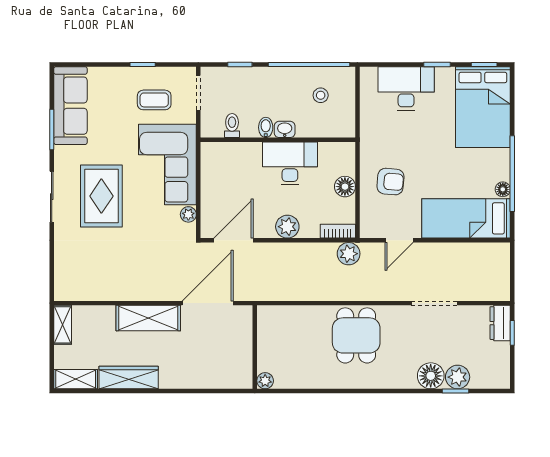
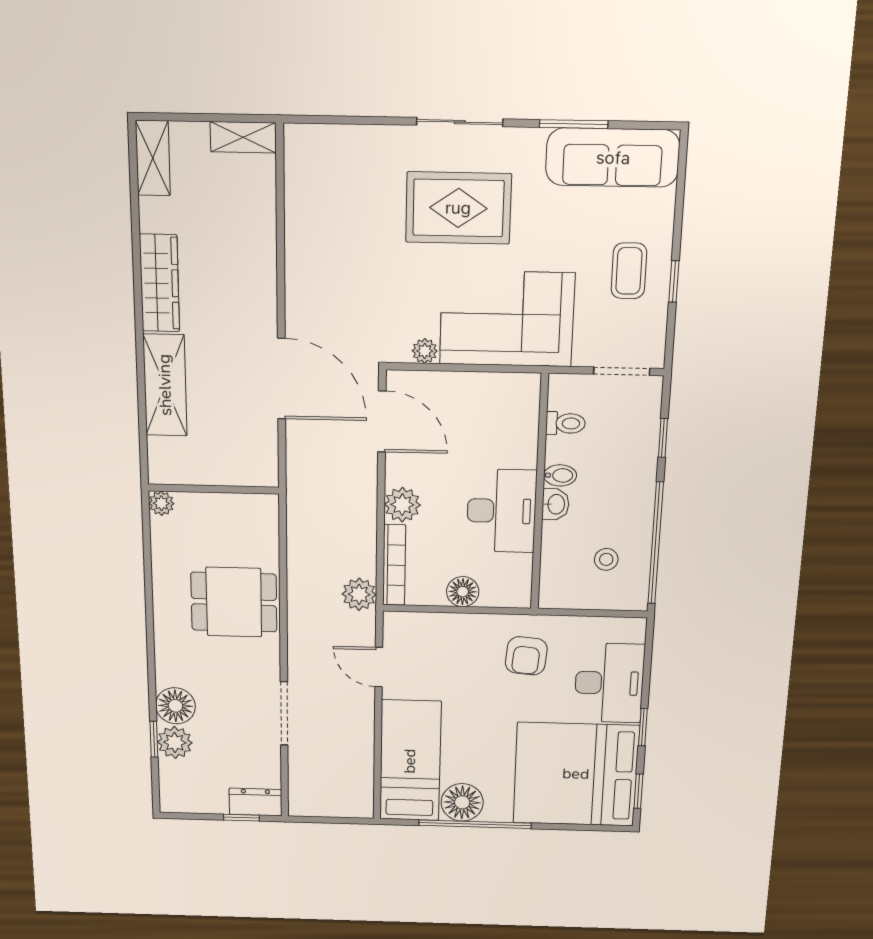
coffee table: (154, 100) -> (629, 271), moved
bed: (483, 107) -> (576, 774), width x1.36
armchair: (390, 182) -> (526, 656), moved
floor lamp: (503, 189) -> (462, 802), width x1.89, depth x1.89
bookcase: (338, 231) -> (394, 565), width x1.56
shelving: (148, 318) -> (165, 385), moved
wall: (255, 347) -> (214, 489), moved
wardrobe: (129, 378) -> (159, 283), moved
plant: (265, 381) -> (161, 503), moved

